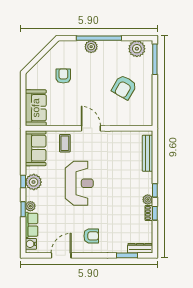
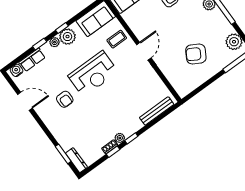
plant: (30, 206) -> (55, 42), moved
armchair: (91, 236) -> (65, 99), moved

